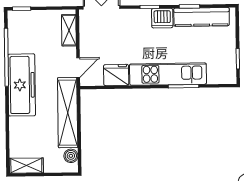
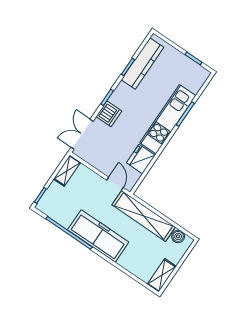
dishwasher: (162, 18) -> (109, 114), moved
shelving: (69, 30) -> (67, 171), moved, turned 90

